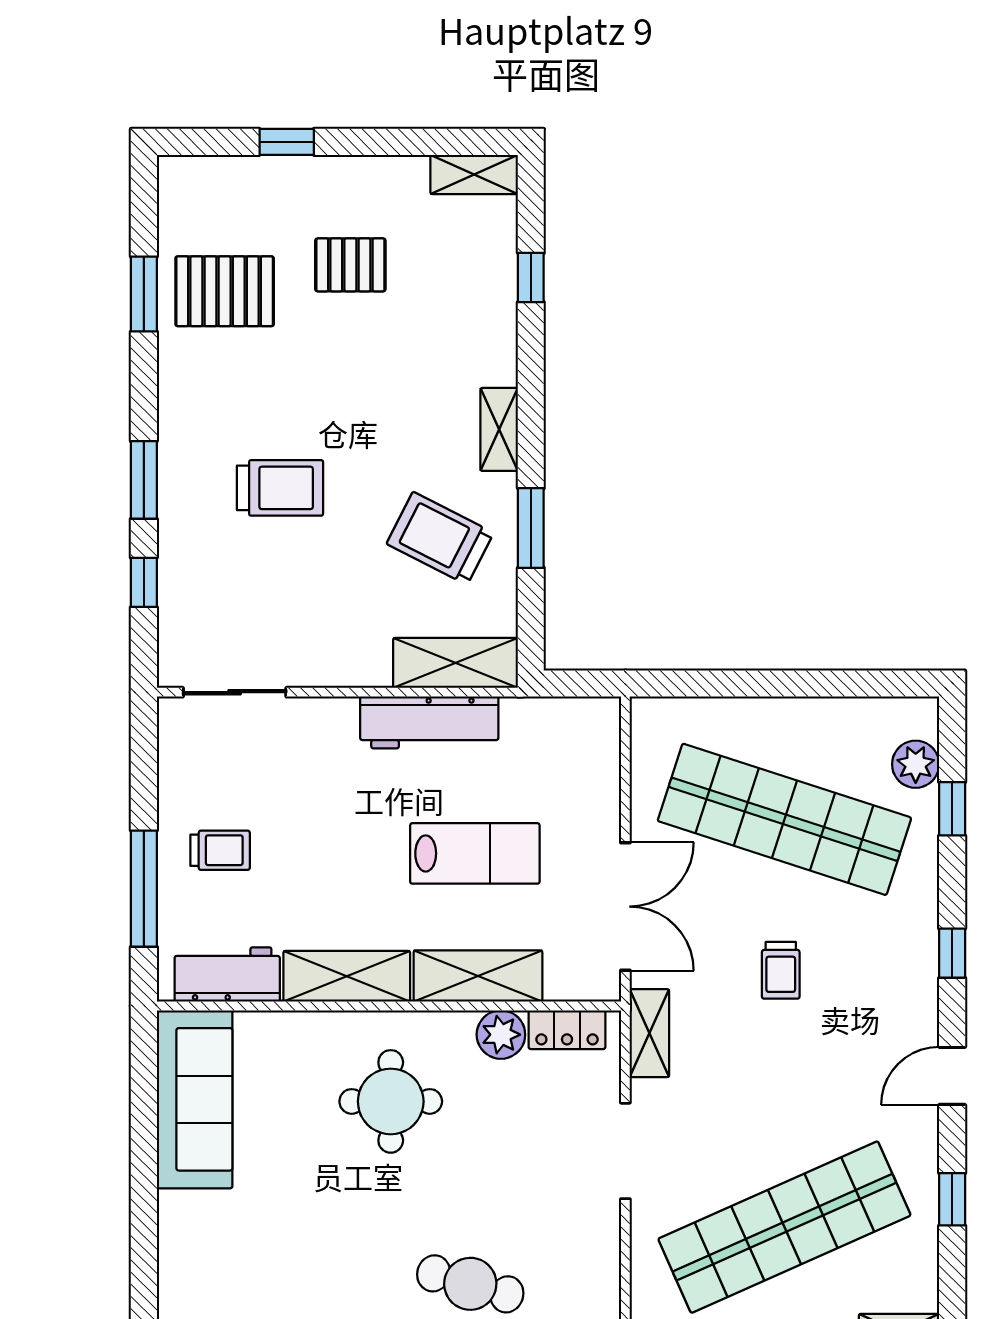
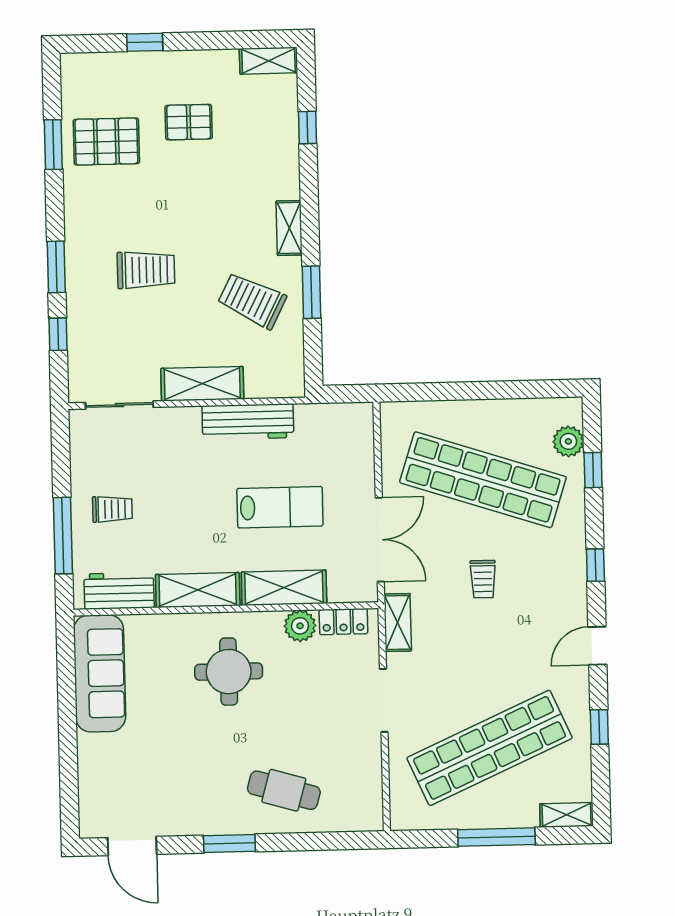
shelving: (455, 663) -> (202, 384), moved

